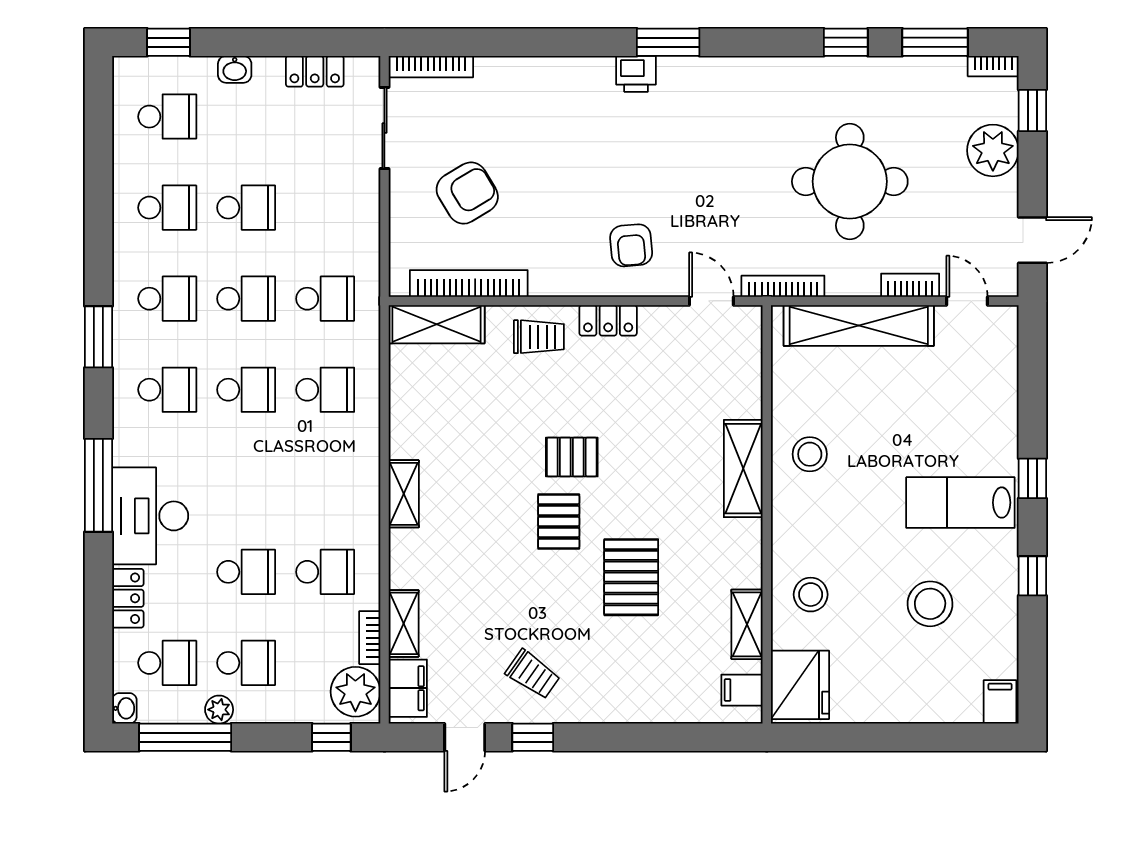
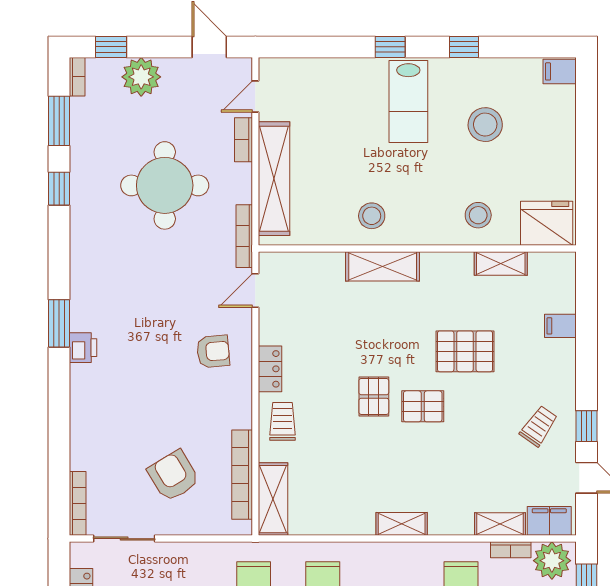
filing cabinet: (742, 690) -> (560, 326), moved, turned 90

